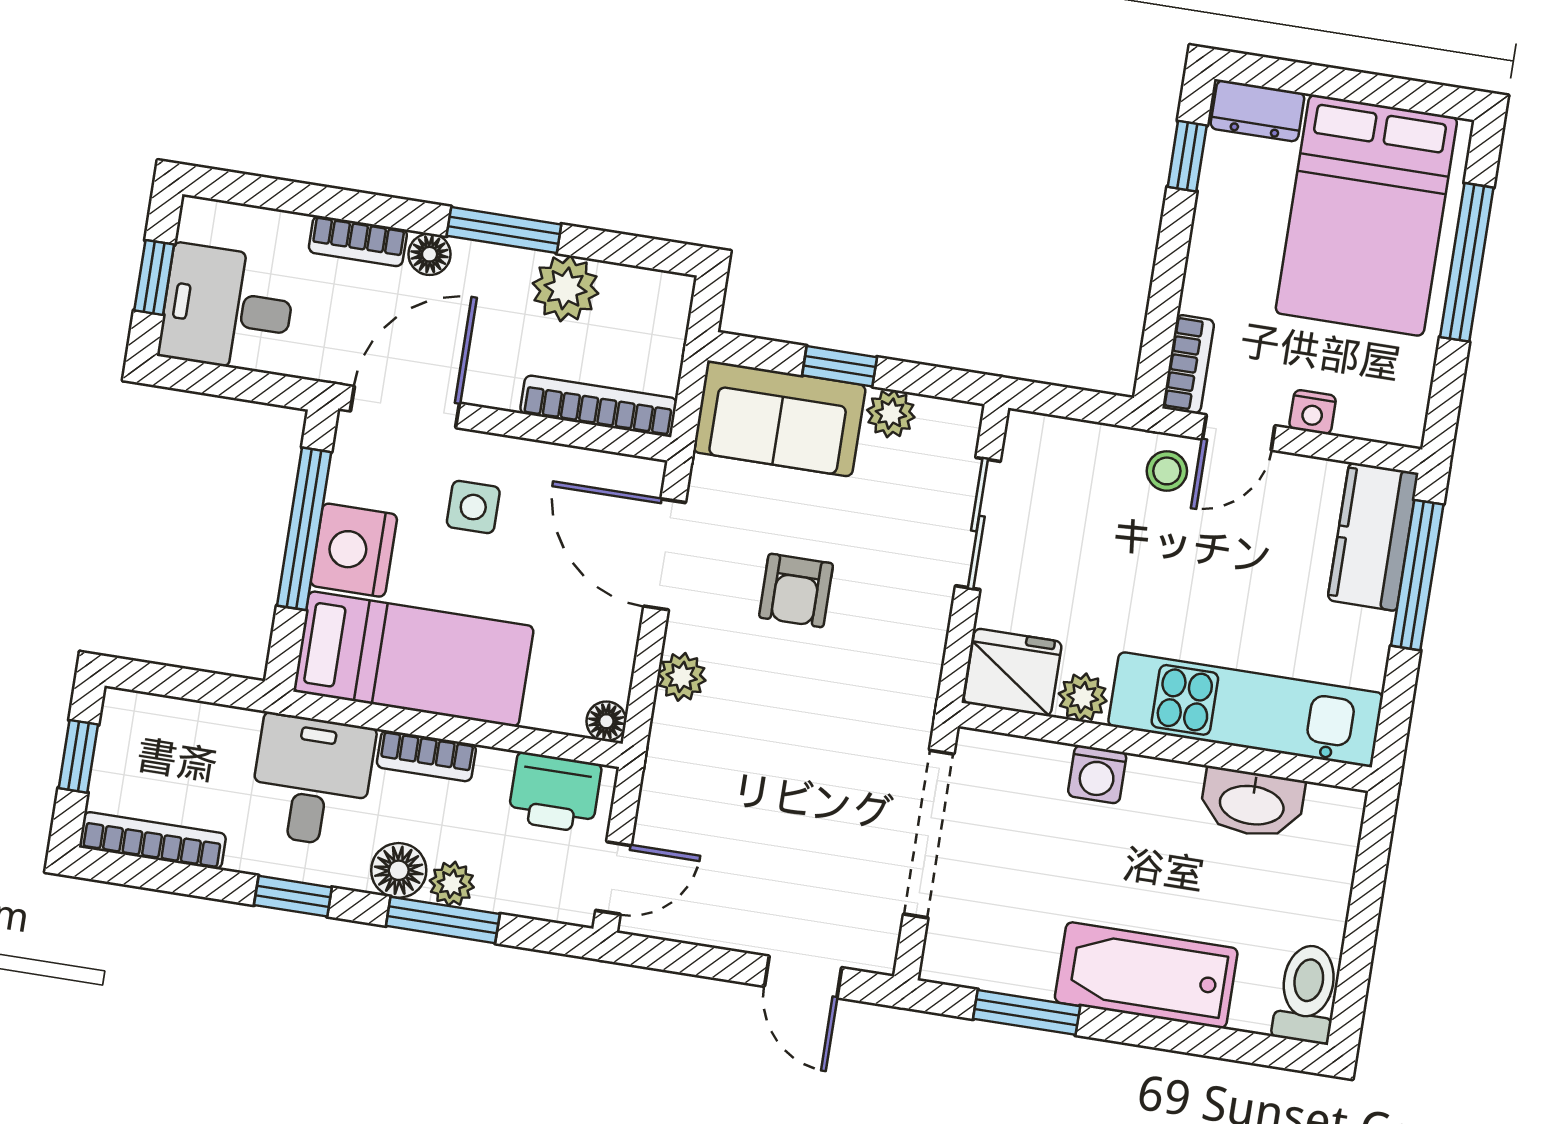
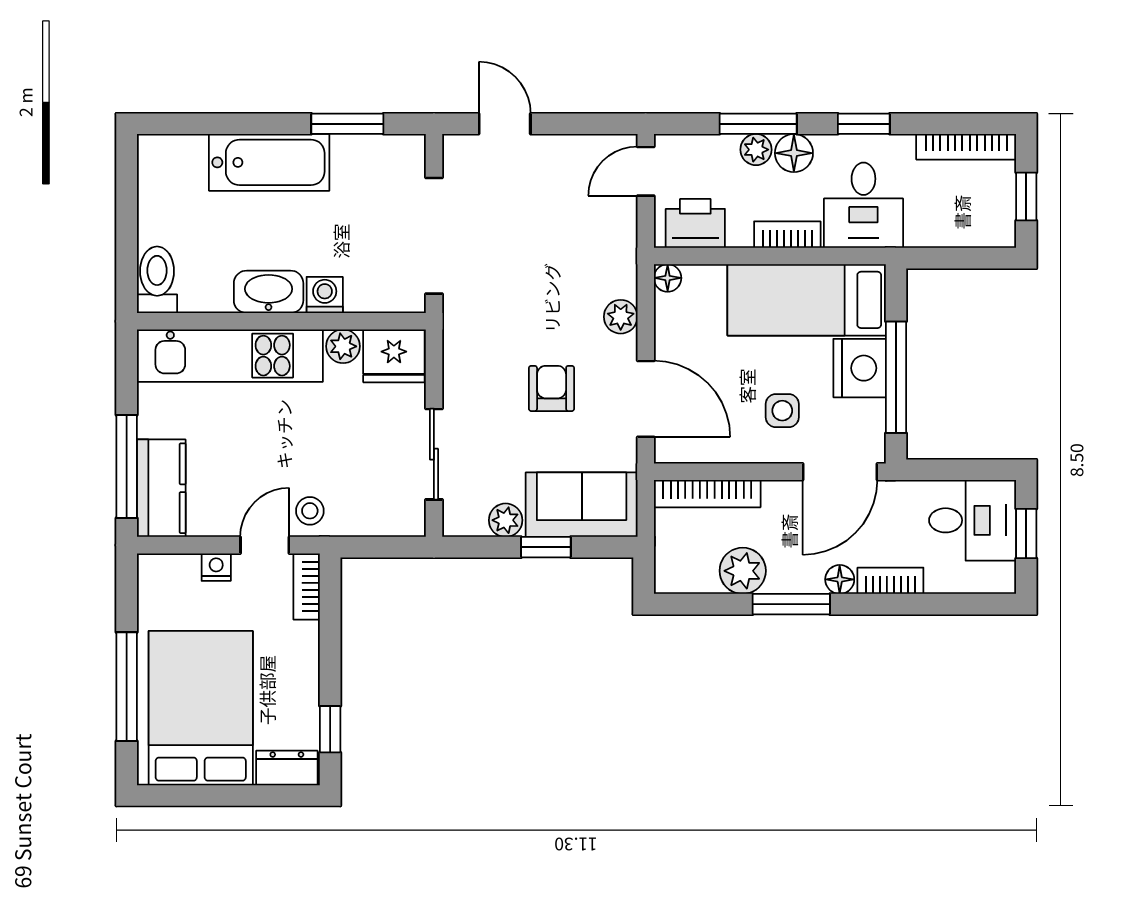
washbasin: (1252, 803) -> (269, 292), moved
toilet: (1307, 993) -> (157, 280), moved, turned 180

